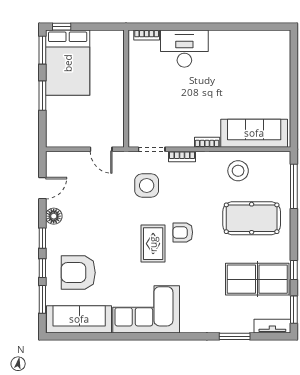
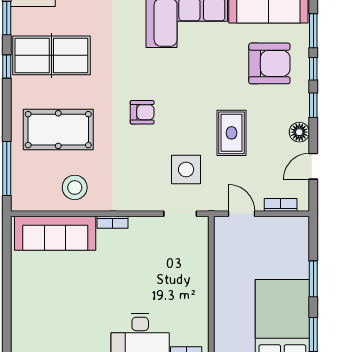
bookcase: (182, 157) -> (281, 205), moved
rug: (153, 244) -> (232, 133), moved

